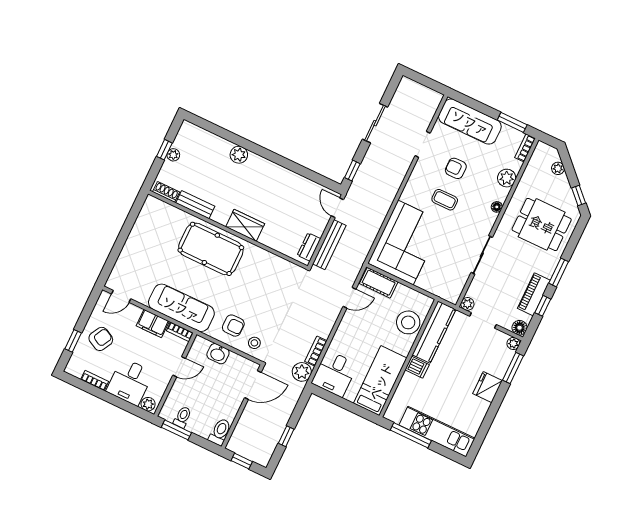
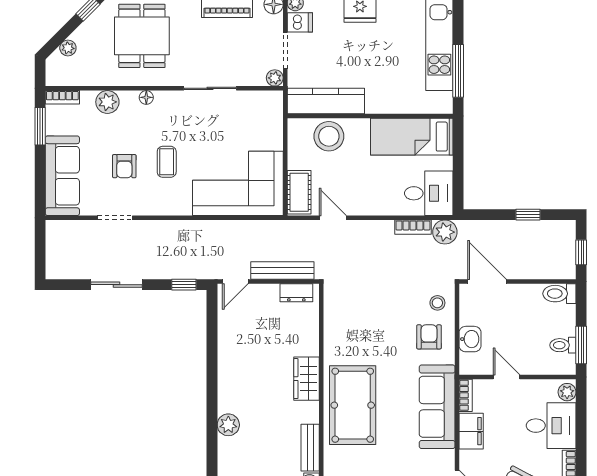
dishwasher: (417, 367) -> (300, 22), moved, turned 90

